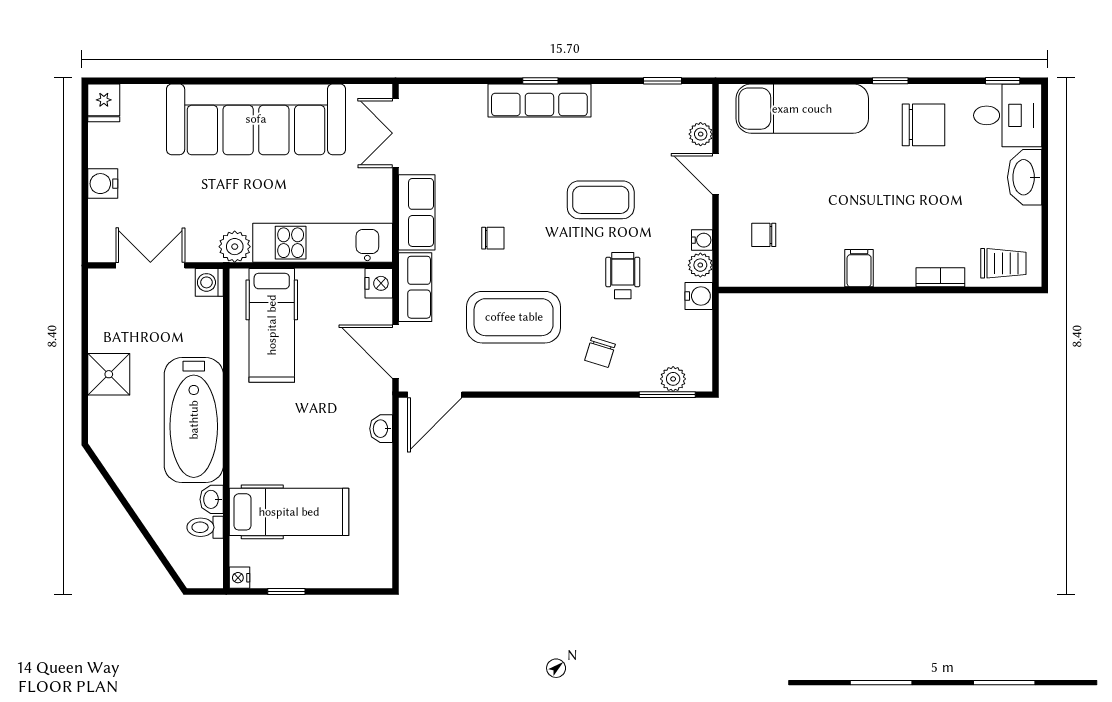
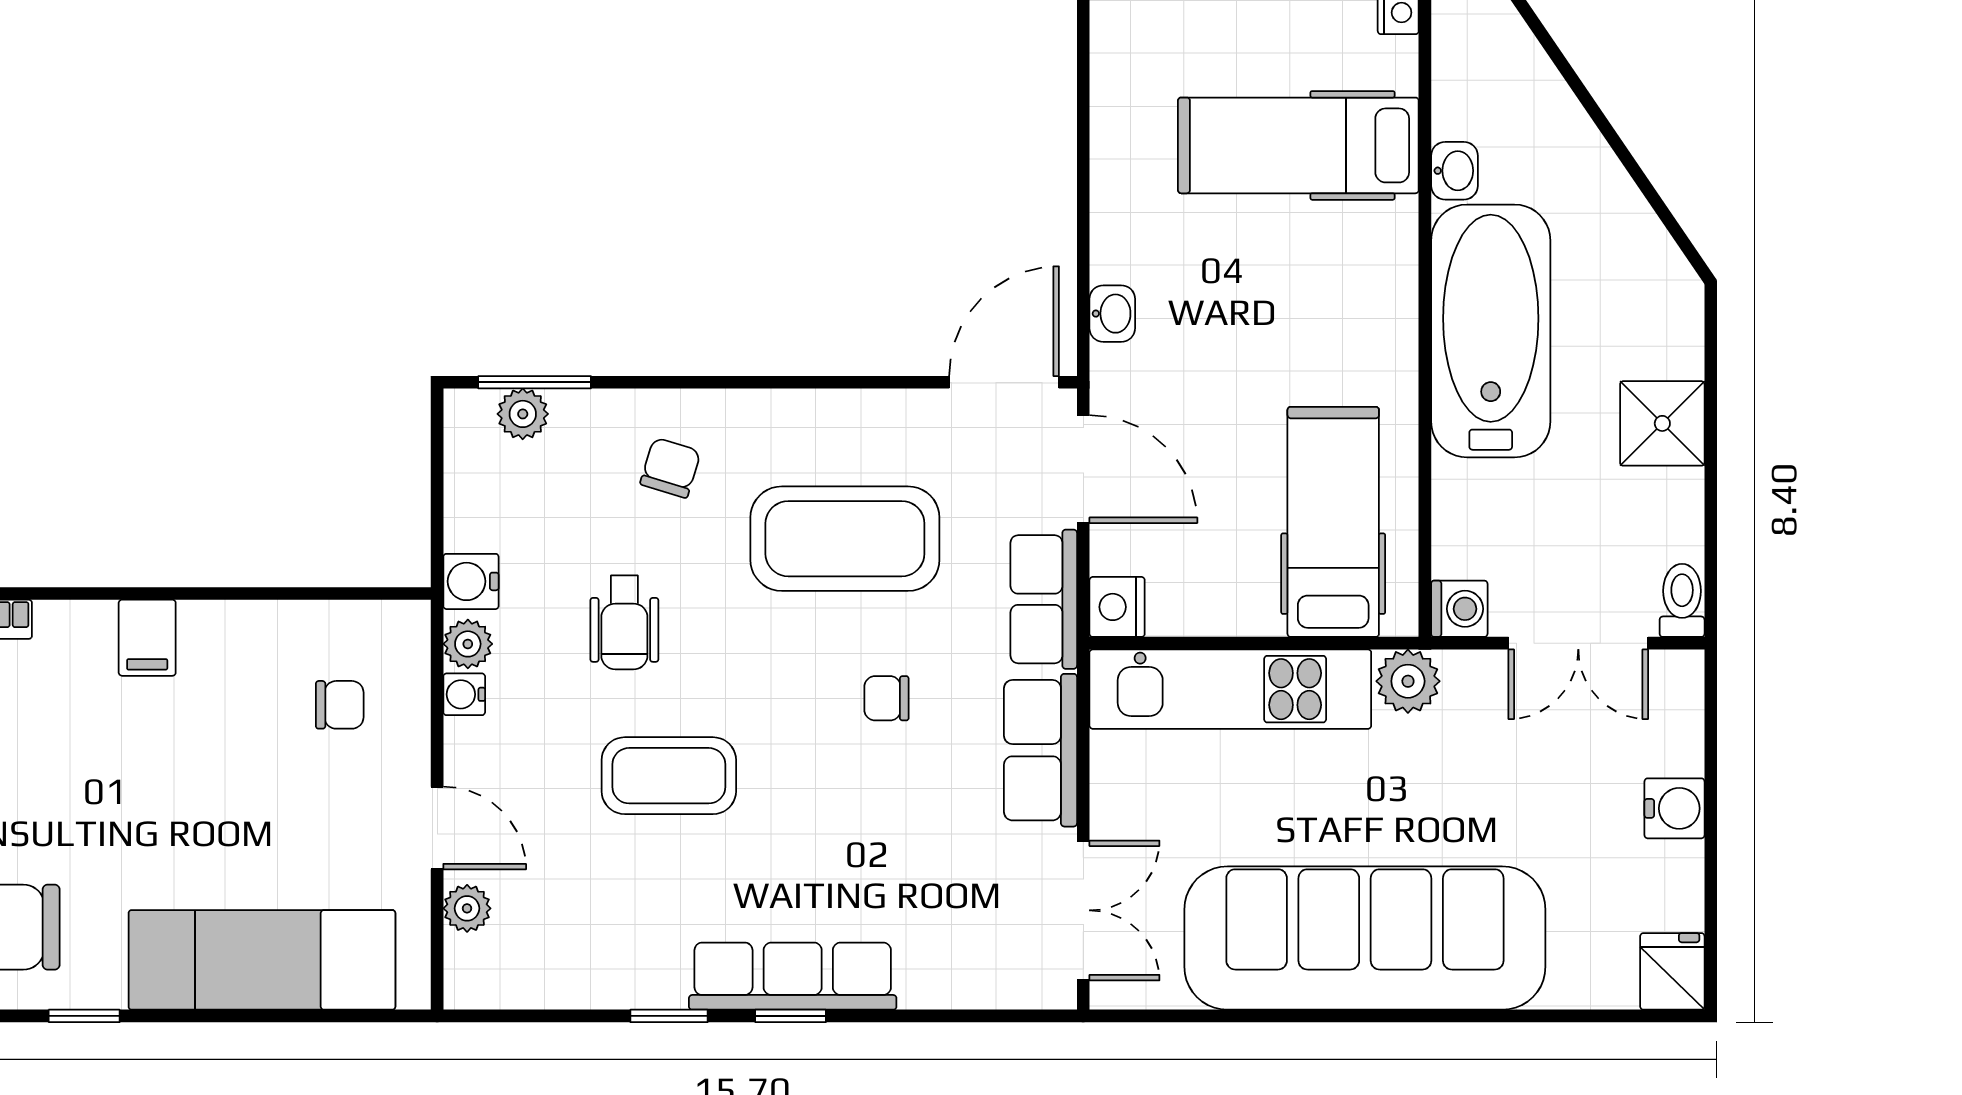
window: (662, 81) -> (669, 1016), moved
toilet: (205, 527) -> (1682, 600), moved, turned -90

